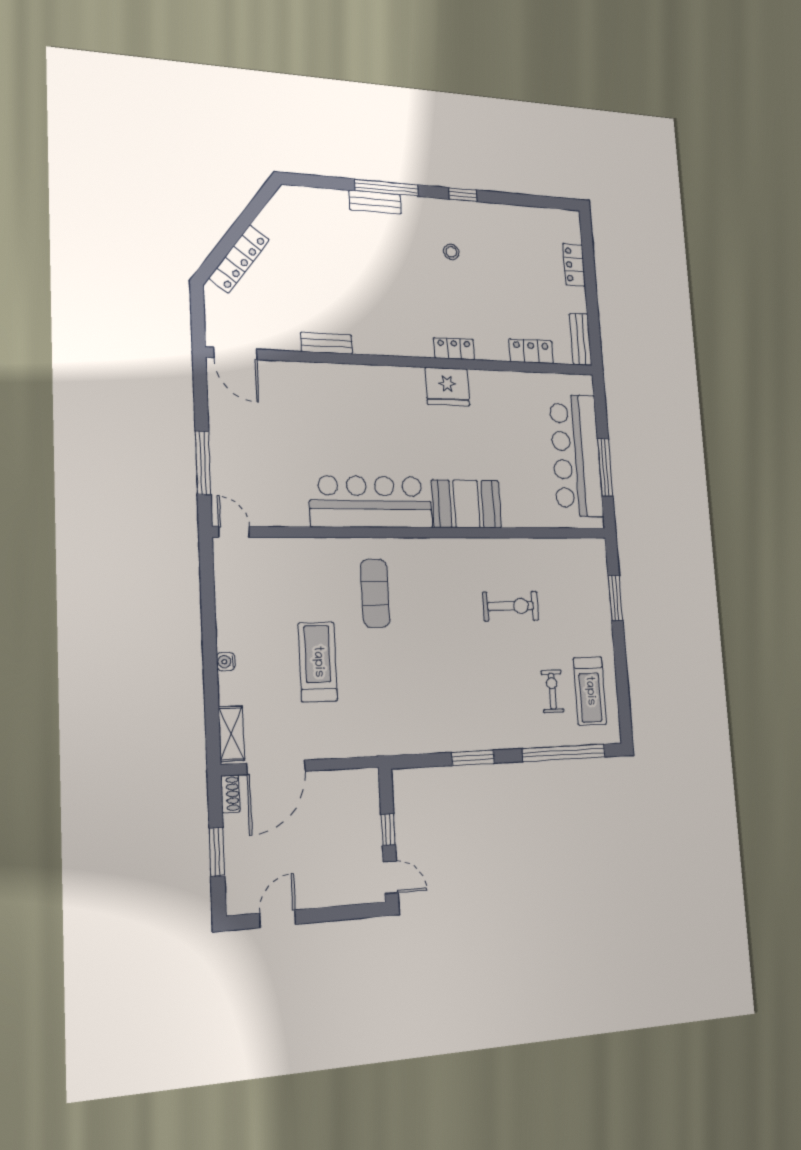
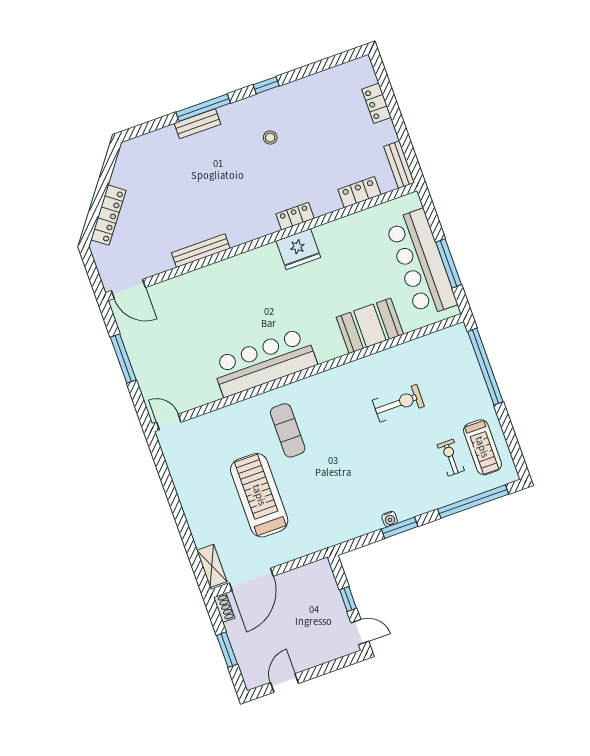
bench: (327, 343) -> (201, 251), width x1.36
window: (203, 463) -> (123, 358), moved
booth: (467, 504) -> (370, 326), moved
window: (615, 598) -> (485, 367), width x2.11
water cooler: (226, 662) -> (390, 519), moved, turned -90
treadmill: (318, 662) -> (259, 495), width x1.37, depth x1.38

